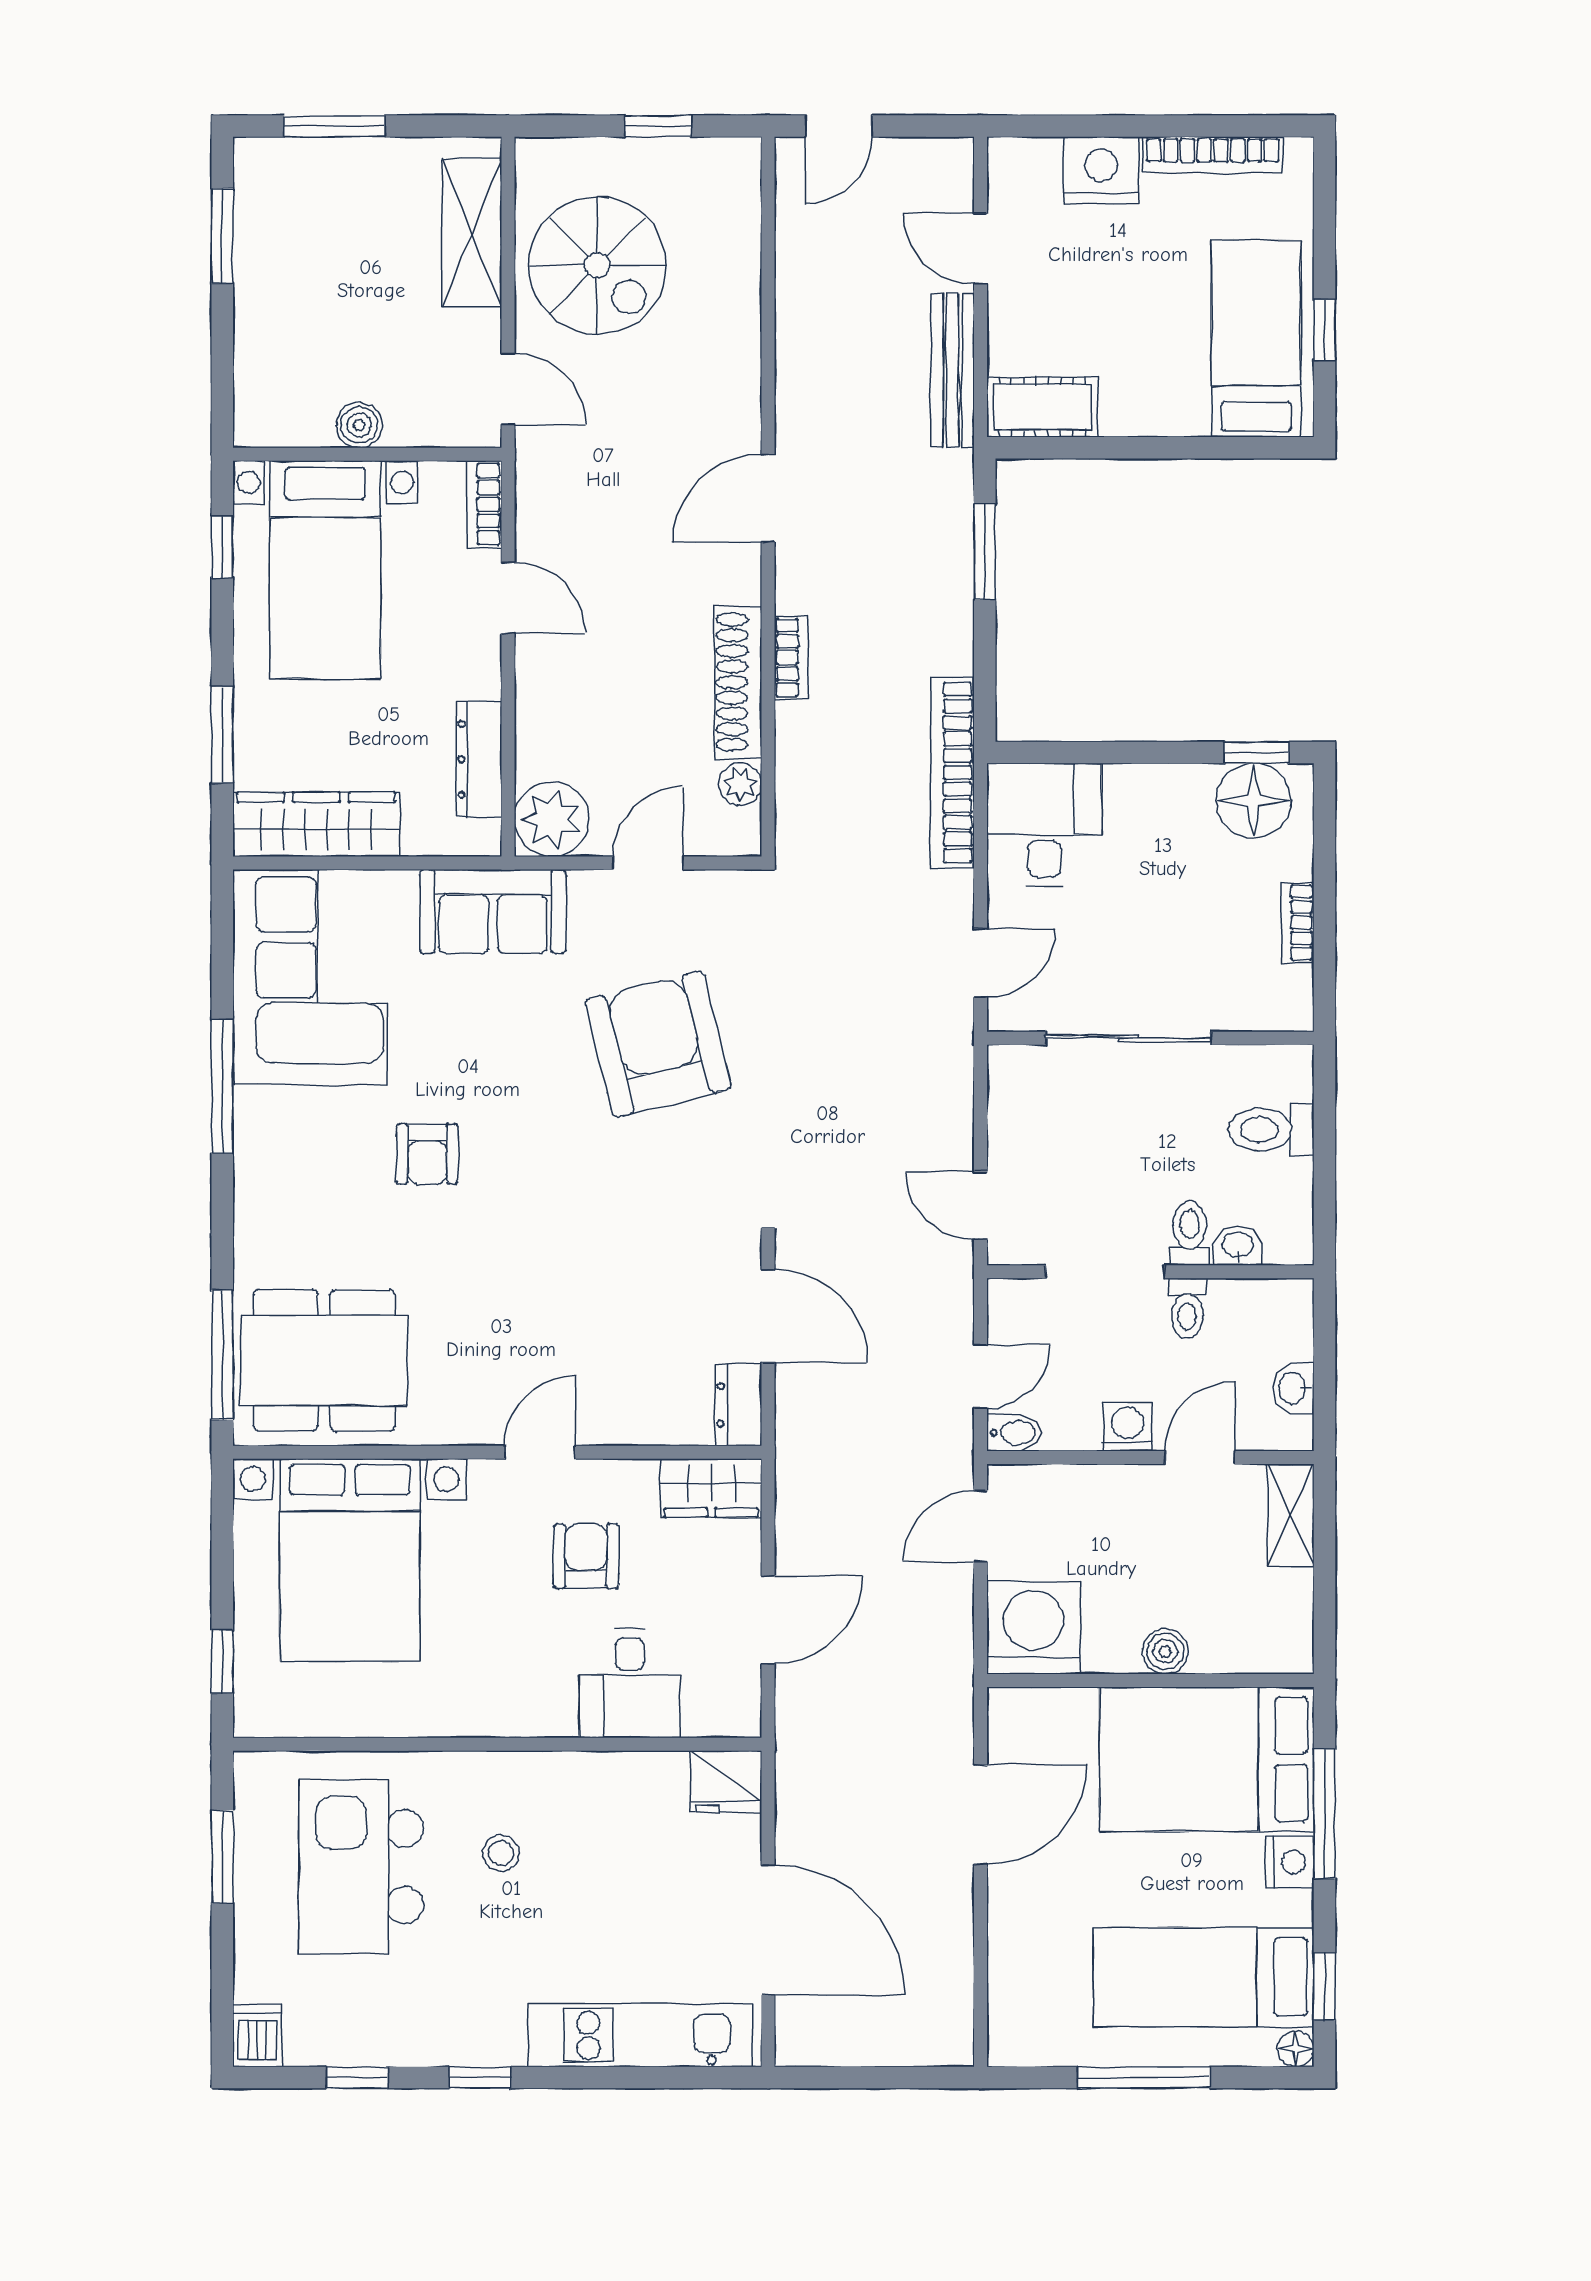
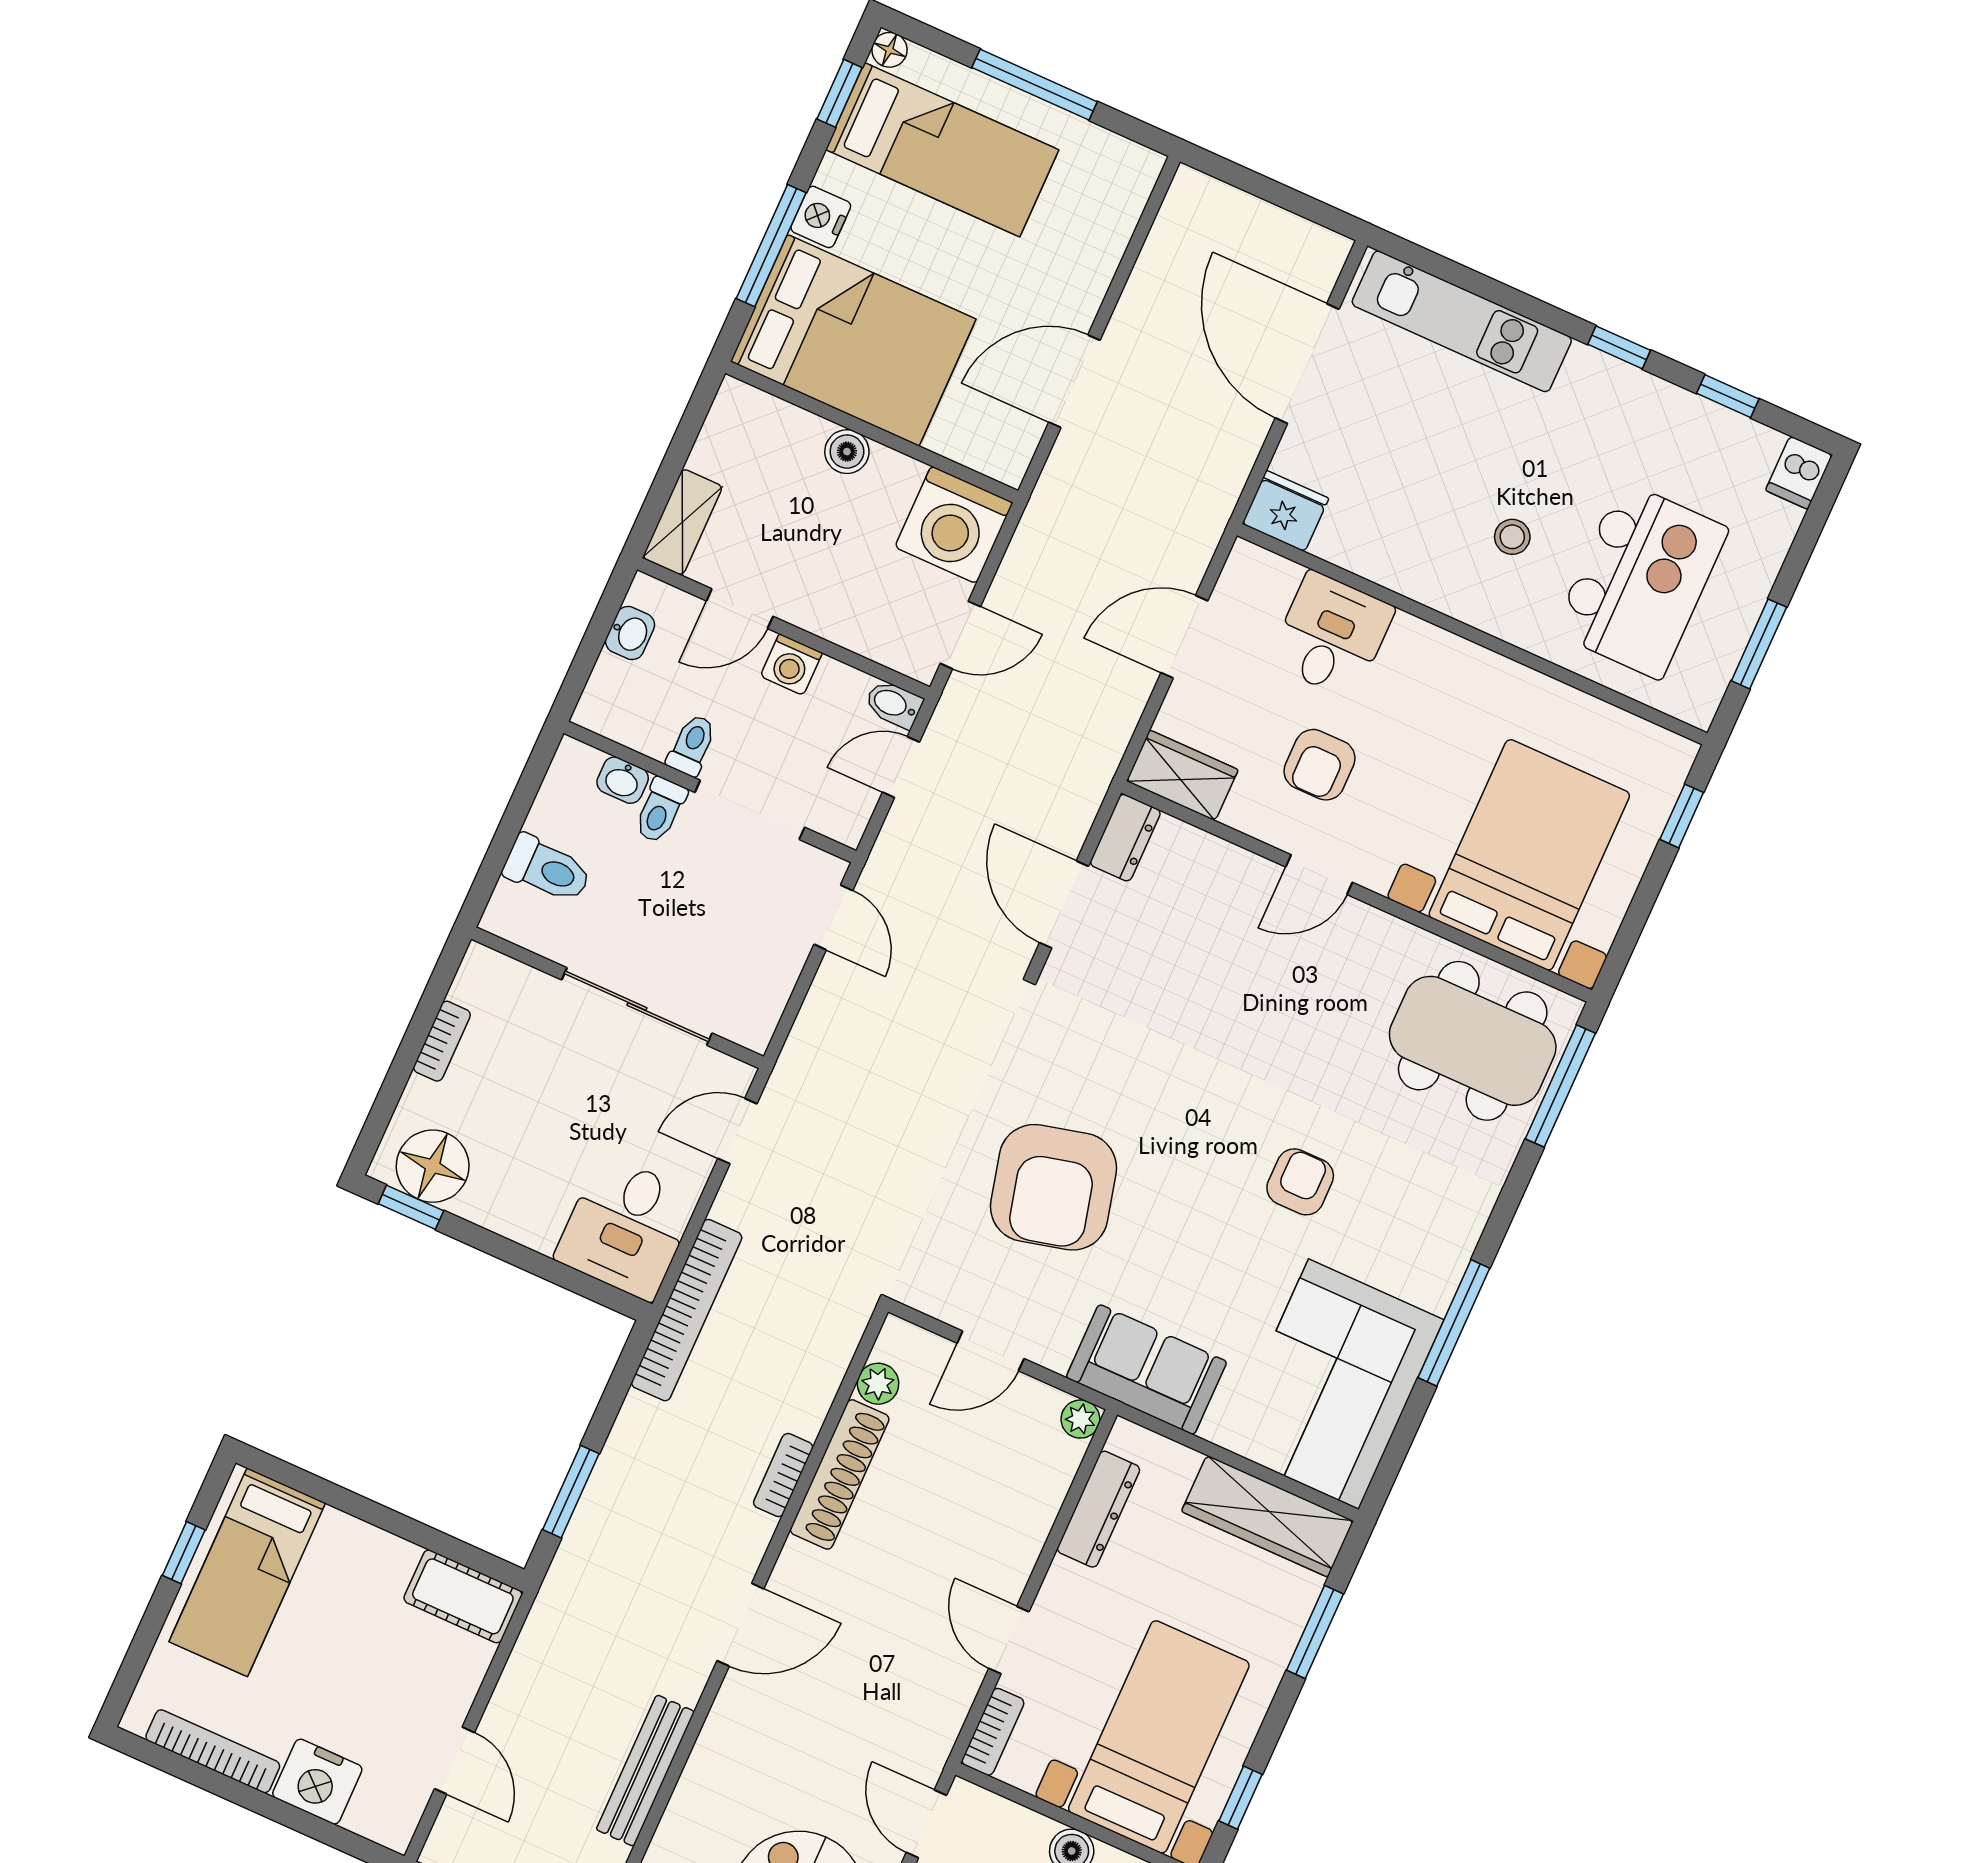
bench: (953, 370) -> (645, 1771), moved
plant: (552, 819) -> (1080, 1419), width x0.53, depth x0.53

